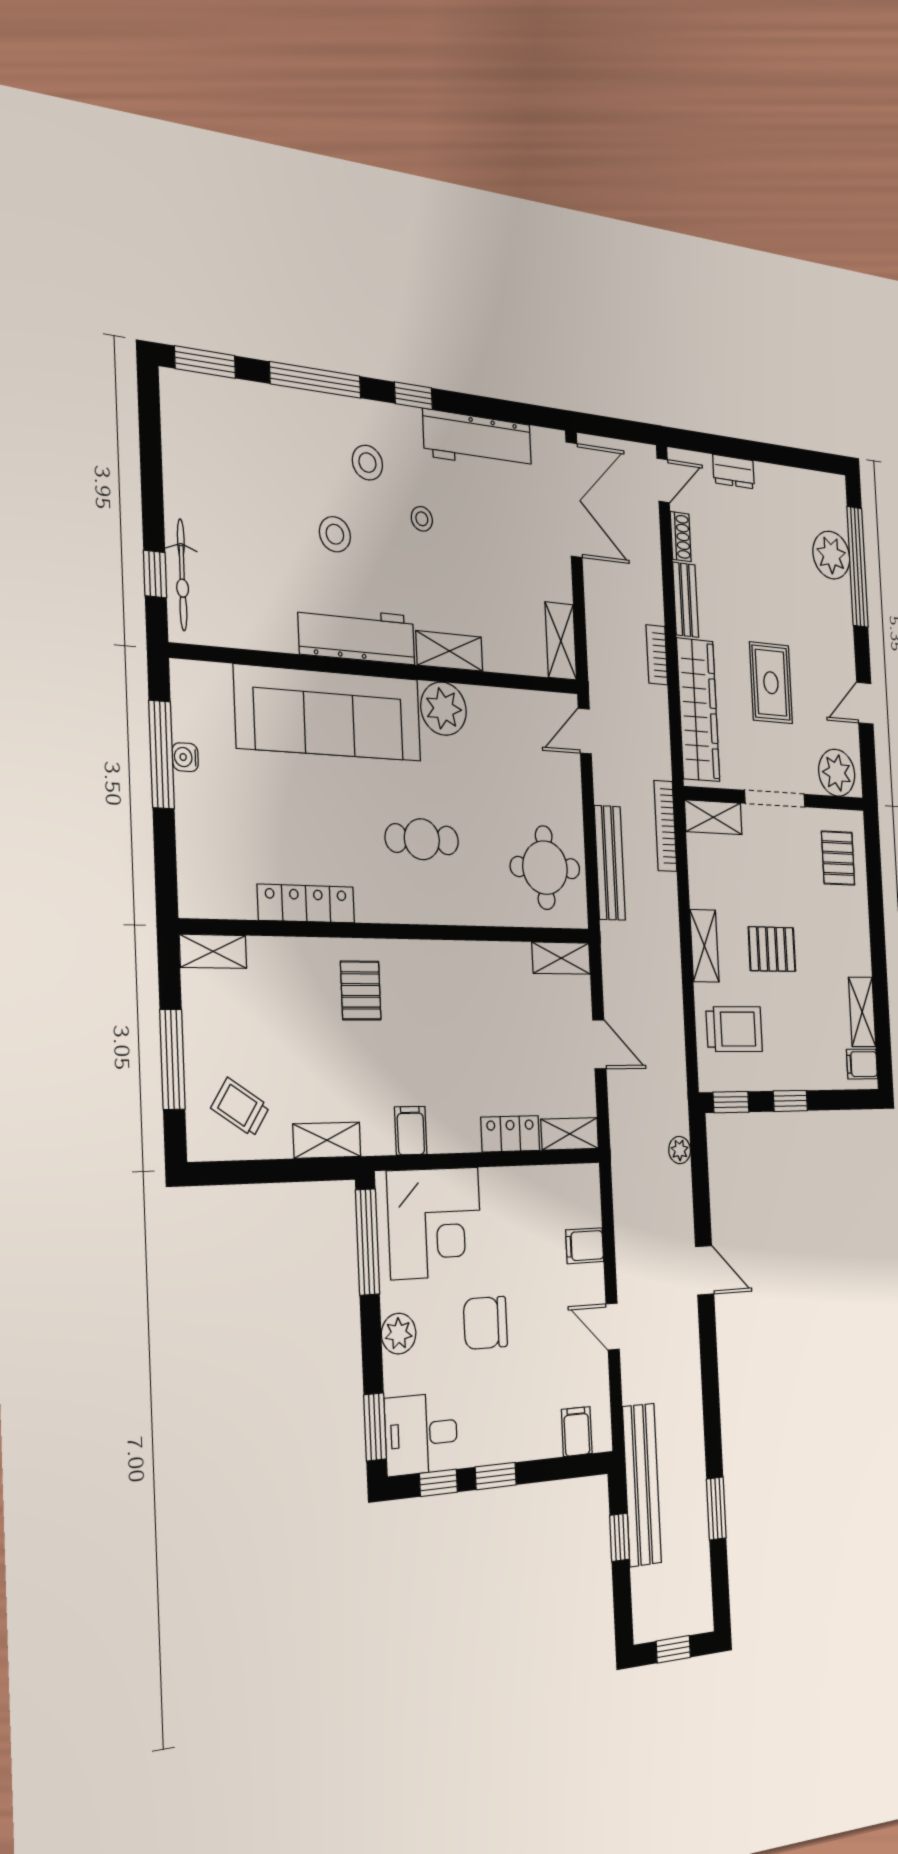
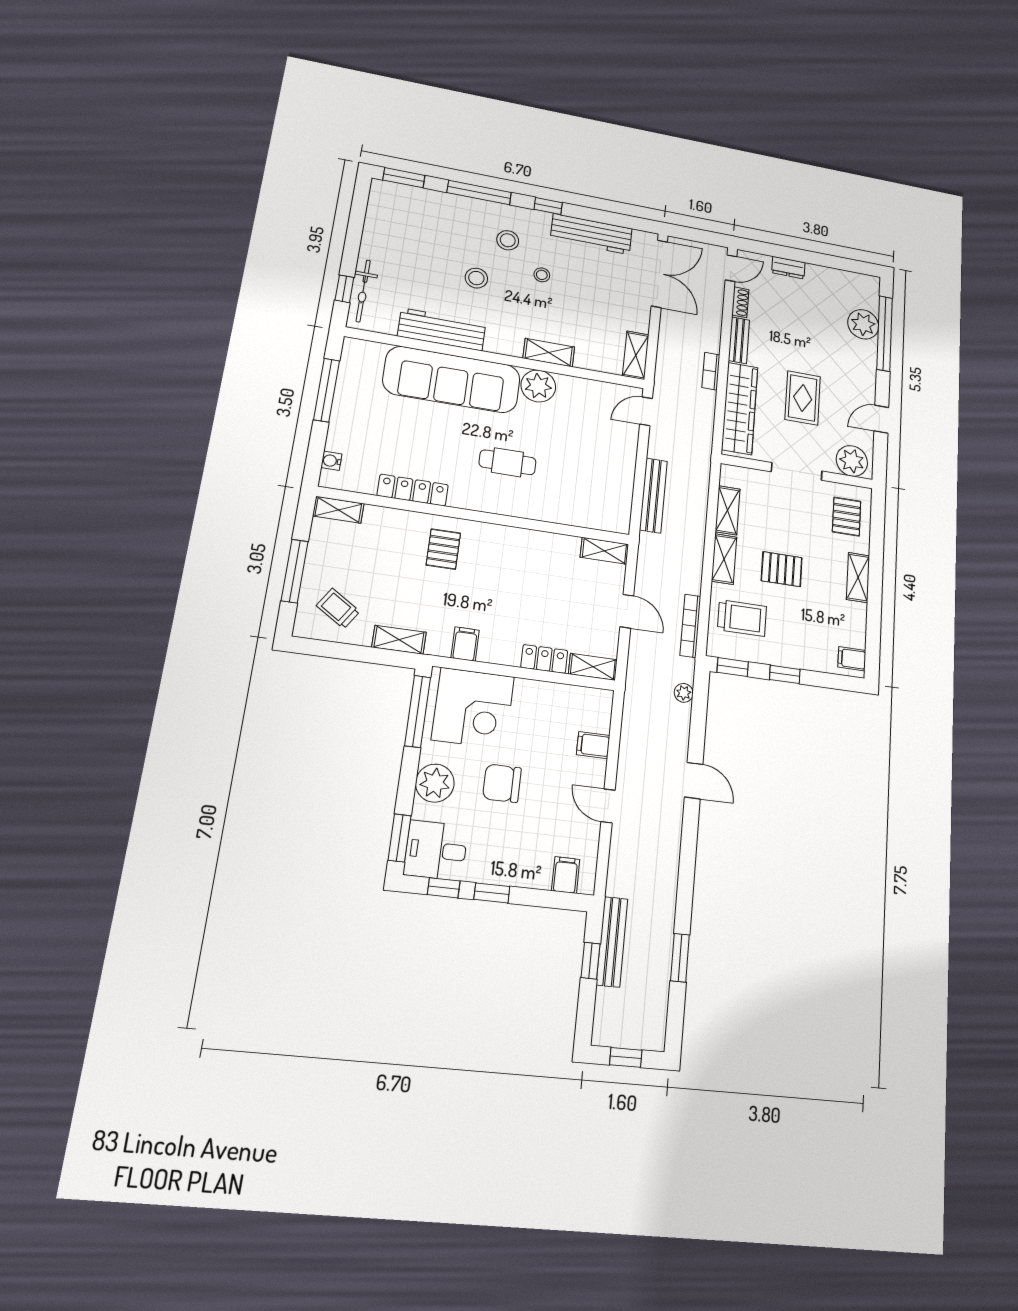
workbench: (357, 635) -> (442, 329), moved
water cooler: (185, 757) -> (331, 461), moved
shelving: (713, 817) -> (728, 510), moved, turned 90
bookcase: (665, 826) -> (690, 626), moved
round table: (545, 868) -> (601, 492), removed
shelving: (862, 1012) -> (858, 578), moved
plant: (399, 1334) -> (435, 783), width x1.36, depth x1.36
bench: (642, 1485) -> (612, 942), width x0.73, depth x0.82

